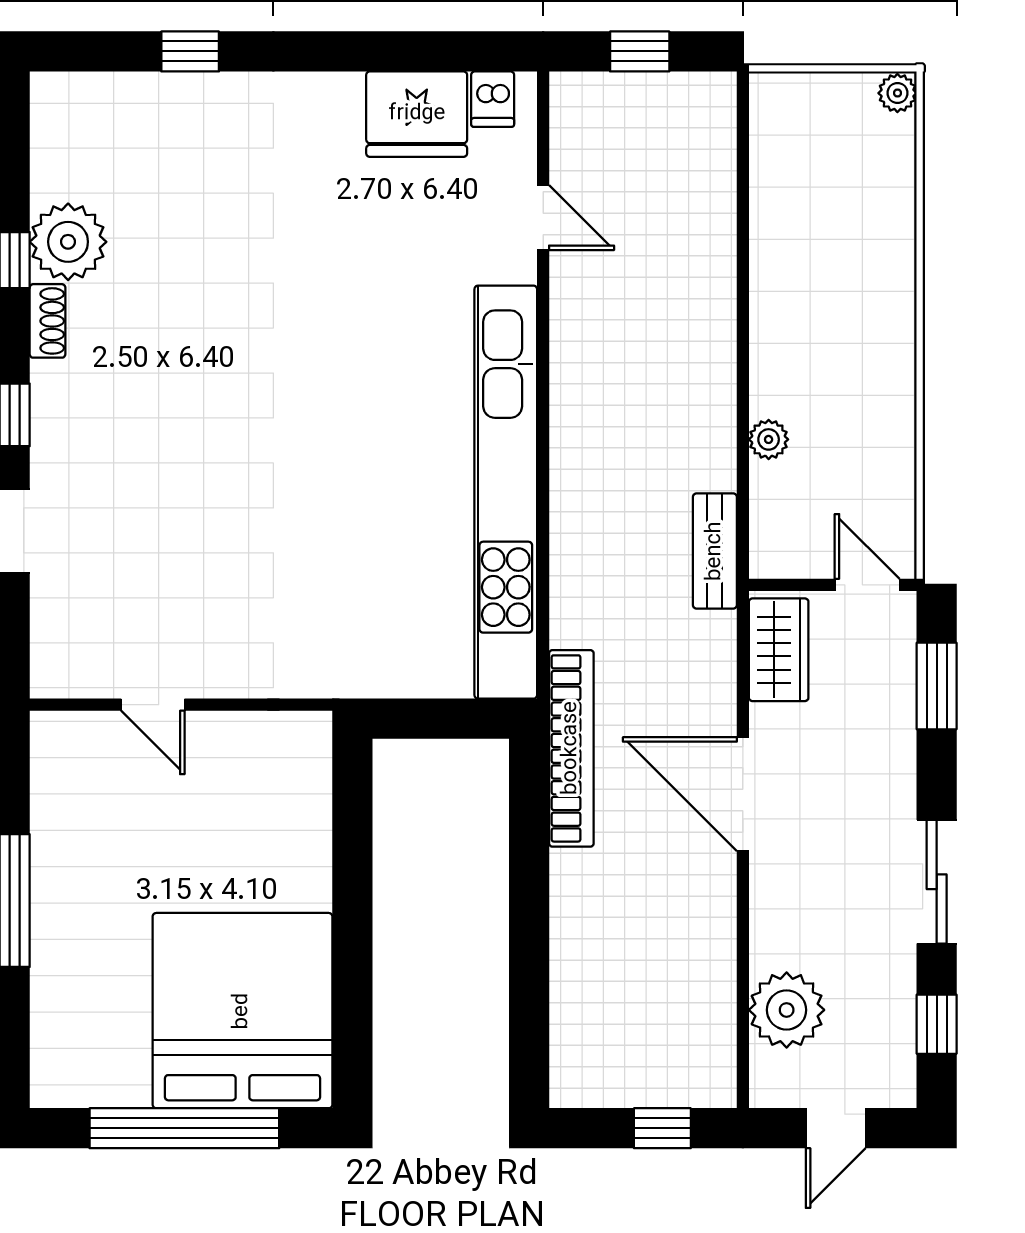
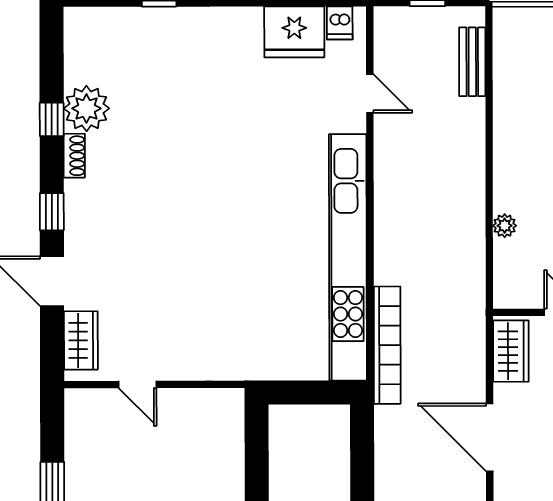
bench: (715, 551) -> (472, 62), moved
wardrobe: (58, 631) -> (81, 340), added
bookcase: (571, 748) -> (387, 345), moved

